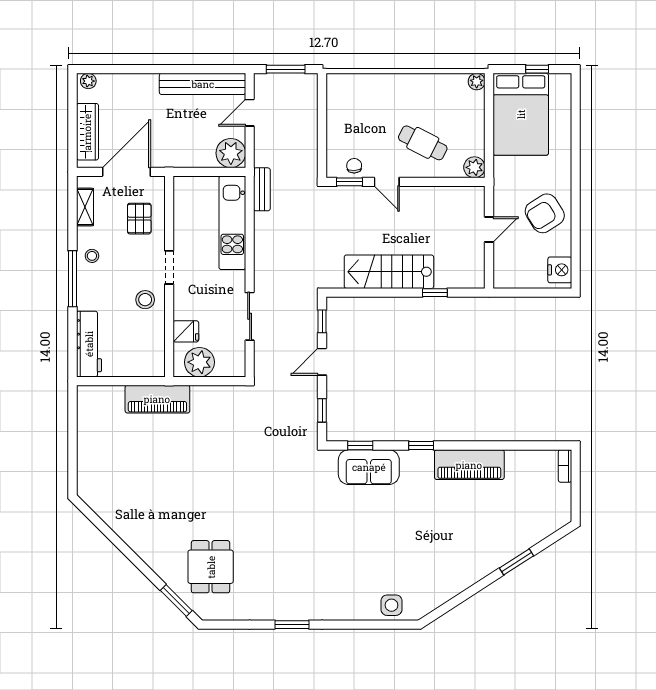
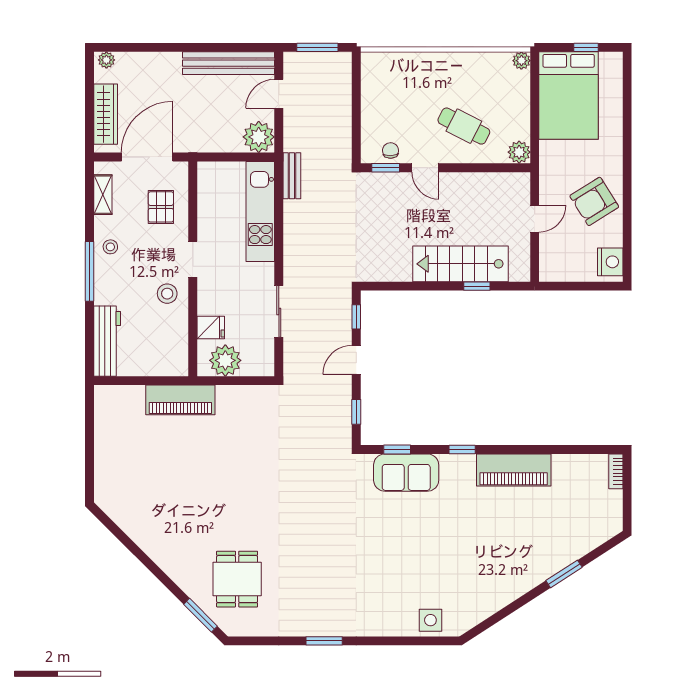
stairs: (389, 272) -> (460, 264), moved

